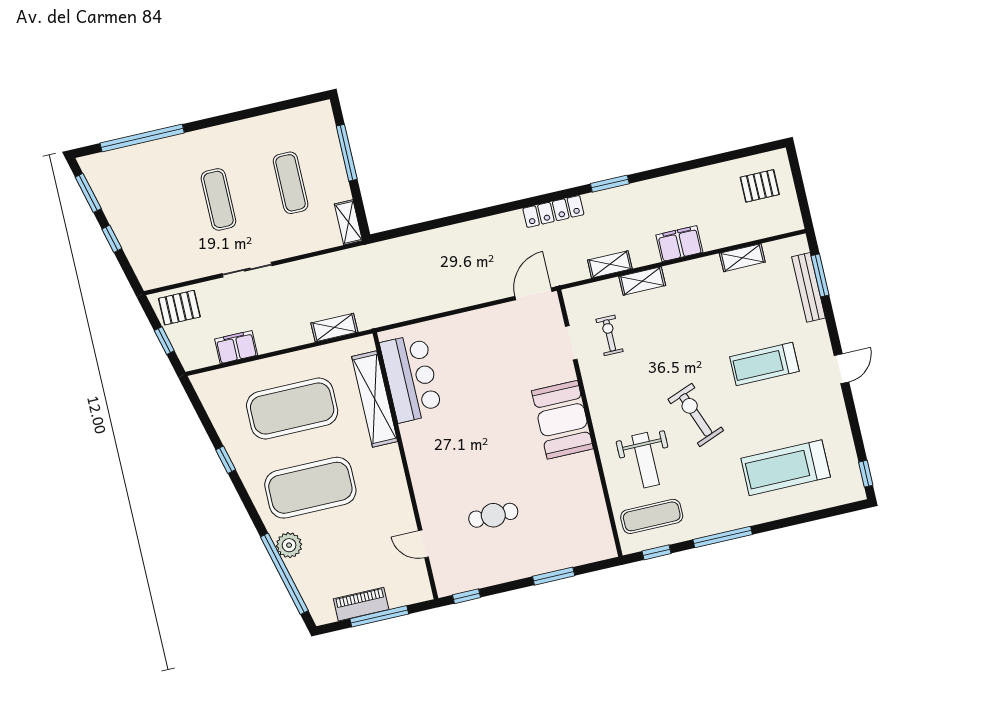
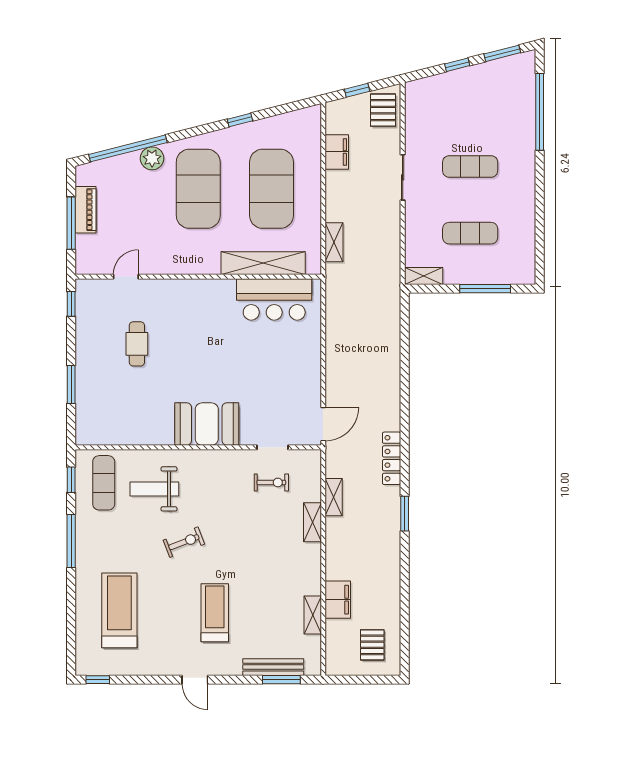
filing cabinet: (679, 244) -> (338, 600), moved
door: (533, 294) -> (323, 424), hinge flipped
exercise bike: (696, 415) -> (184, 542), width x0.73, depth x0.72

